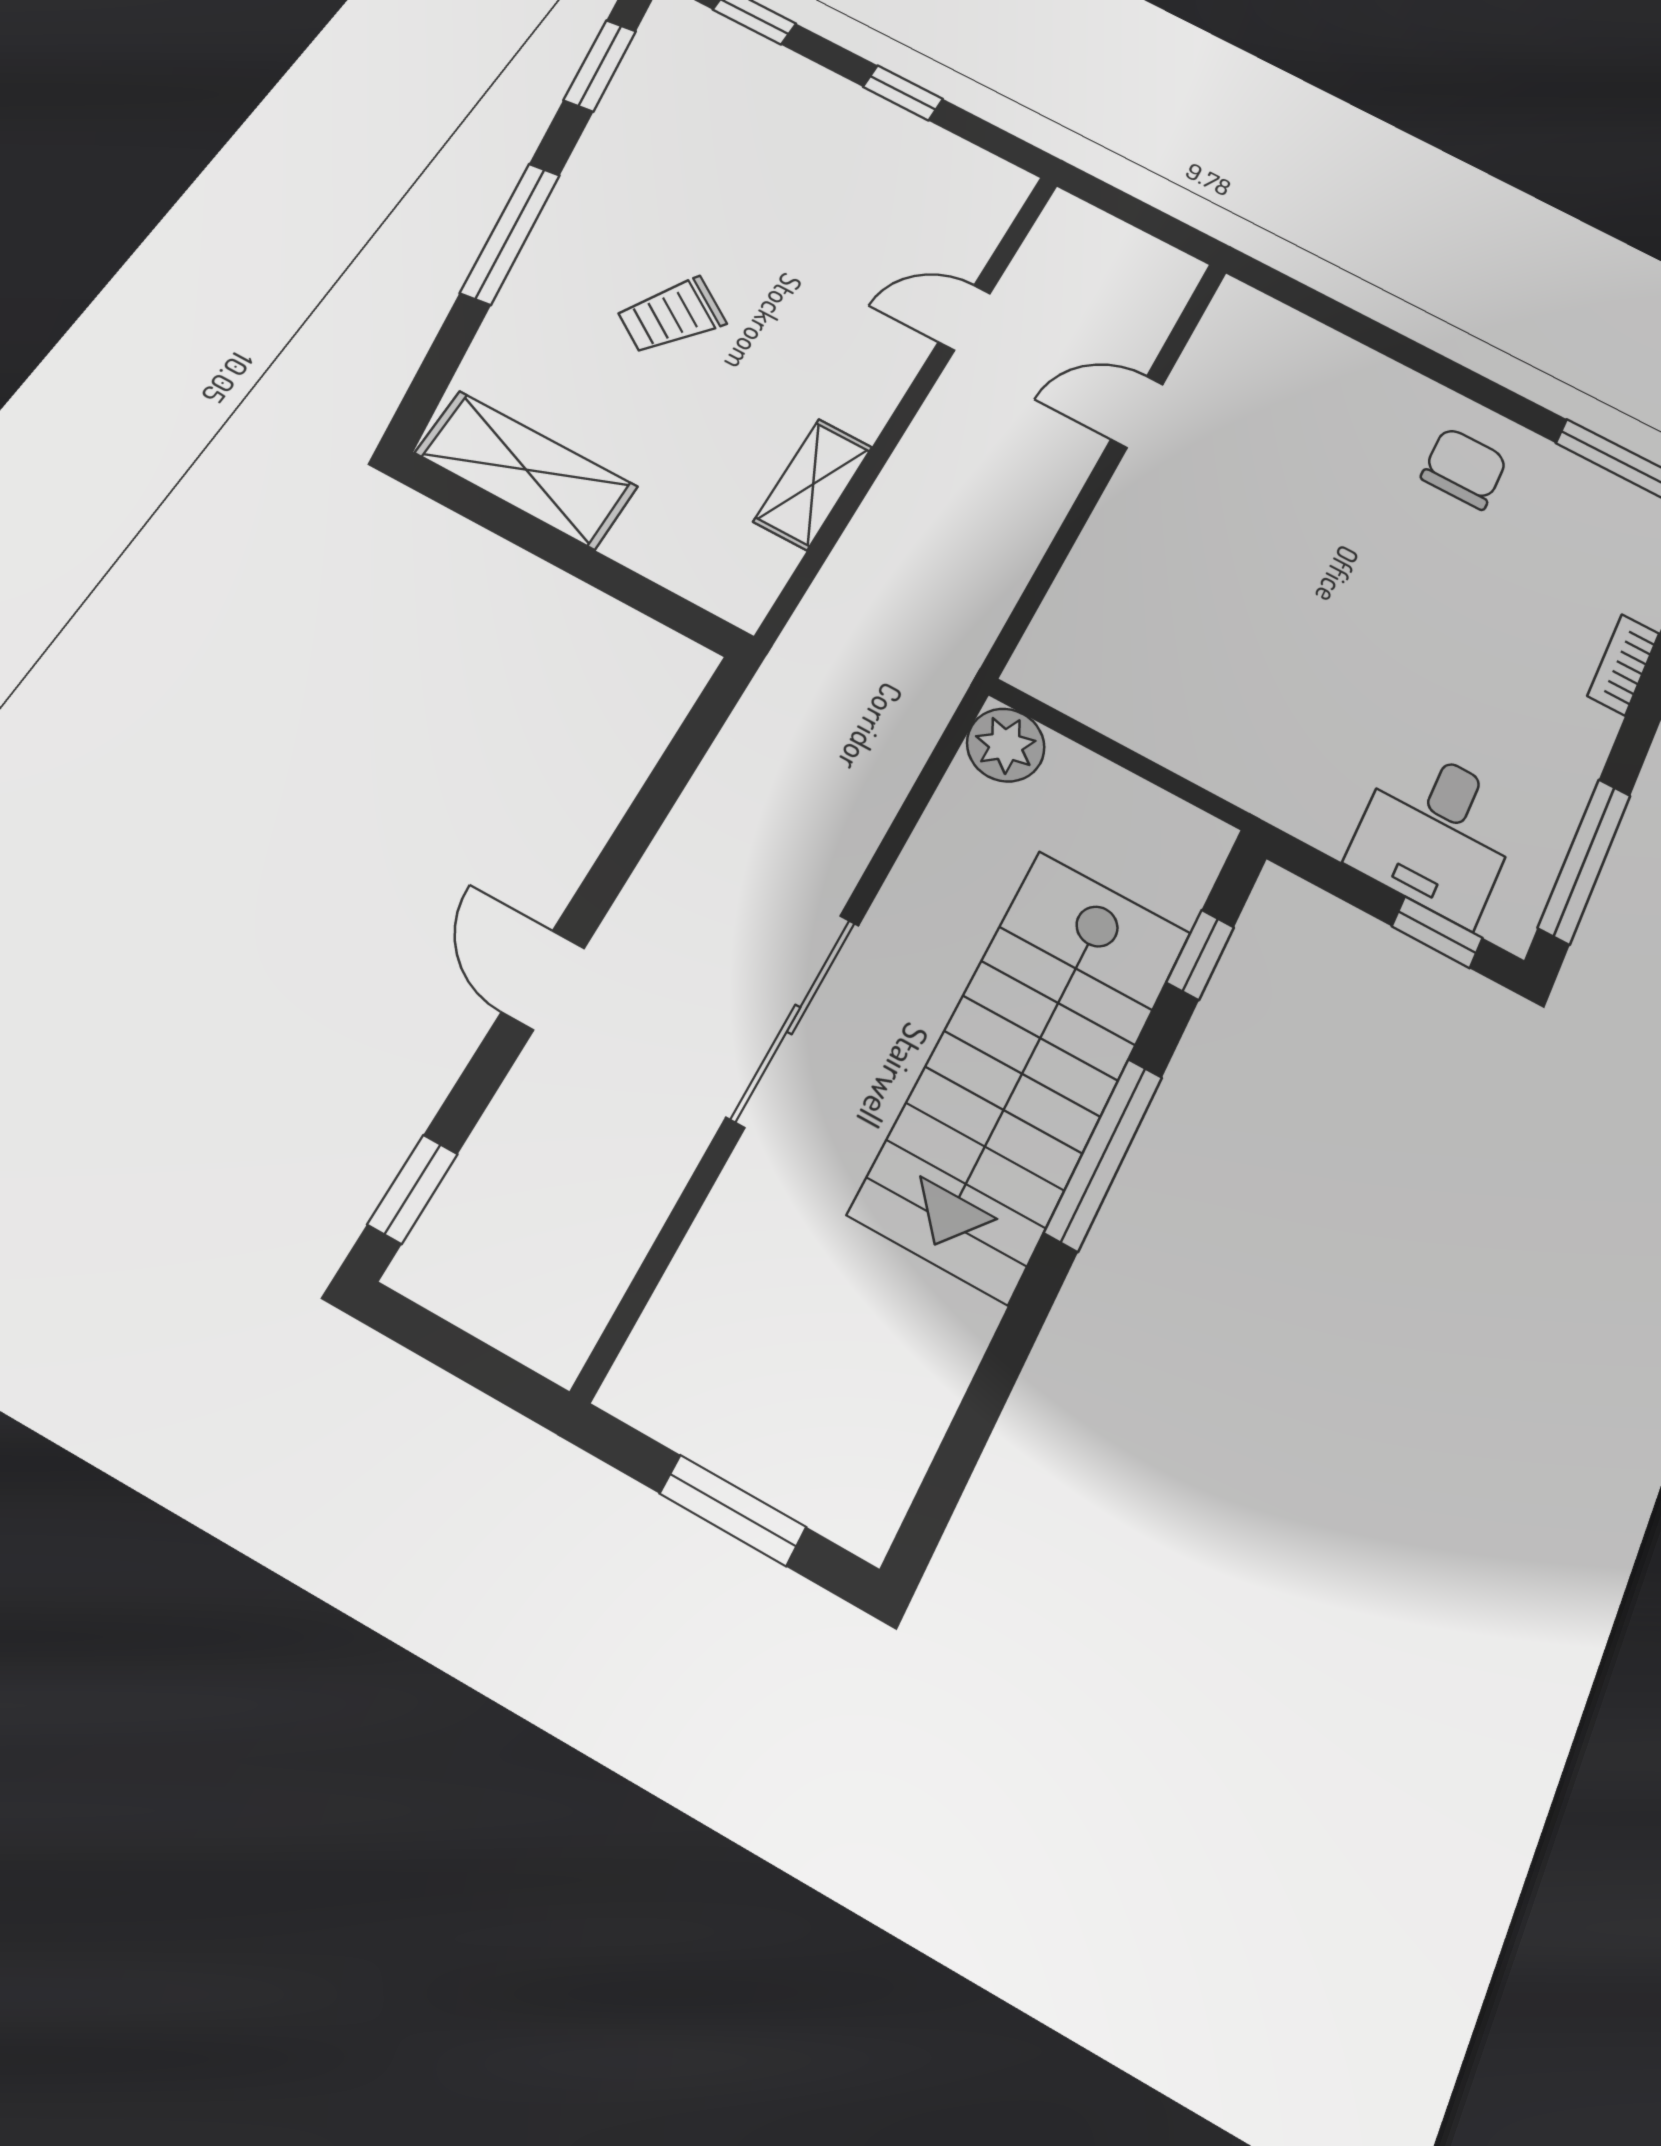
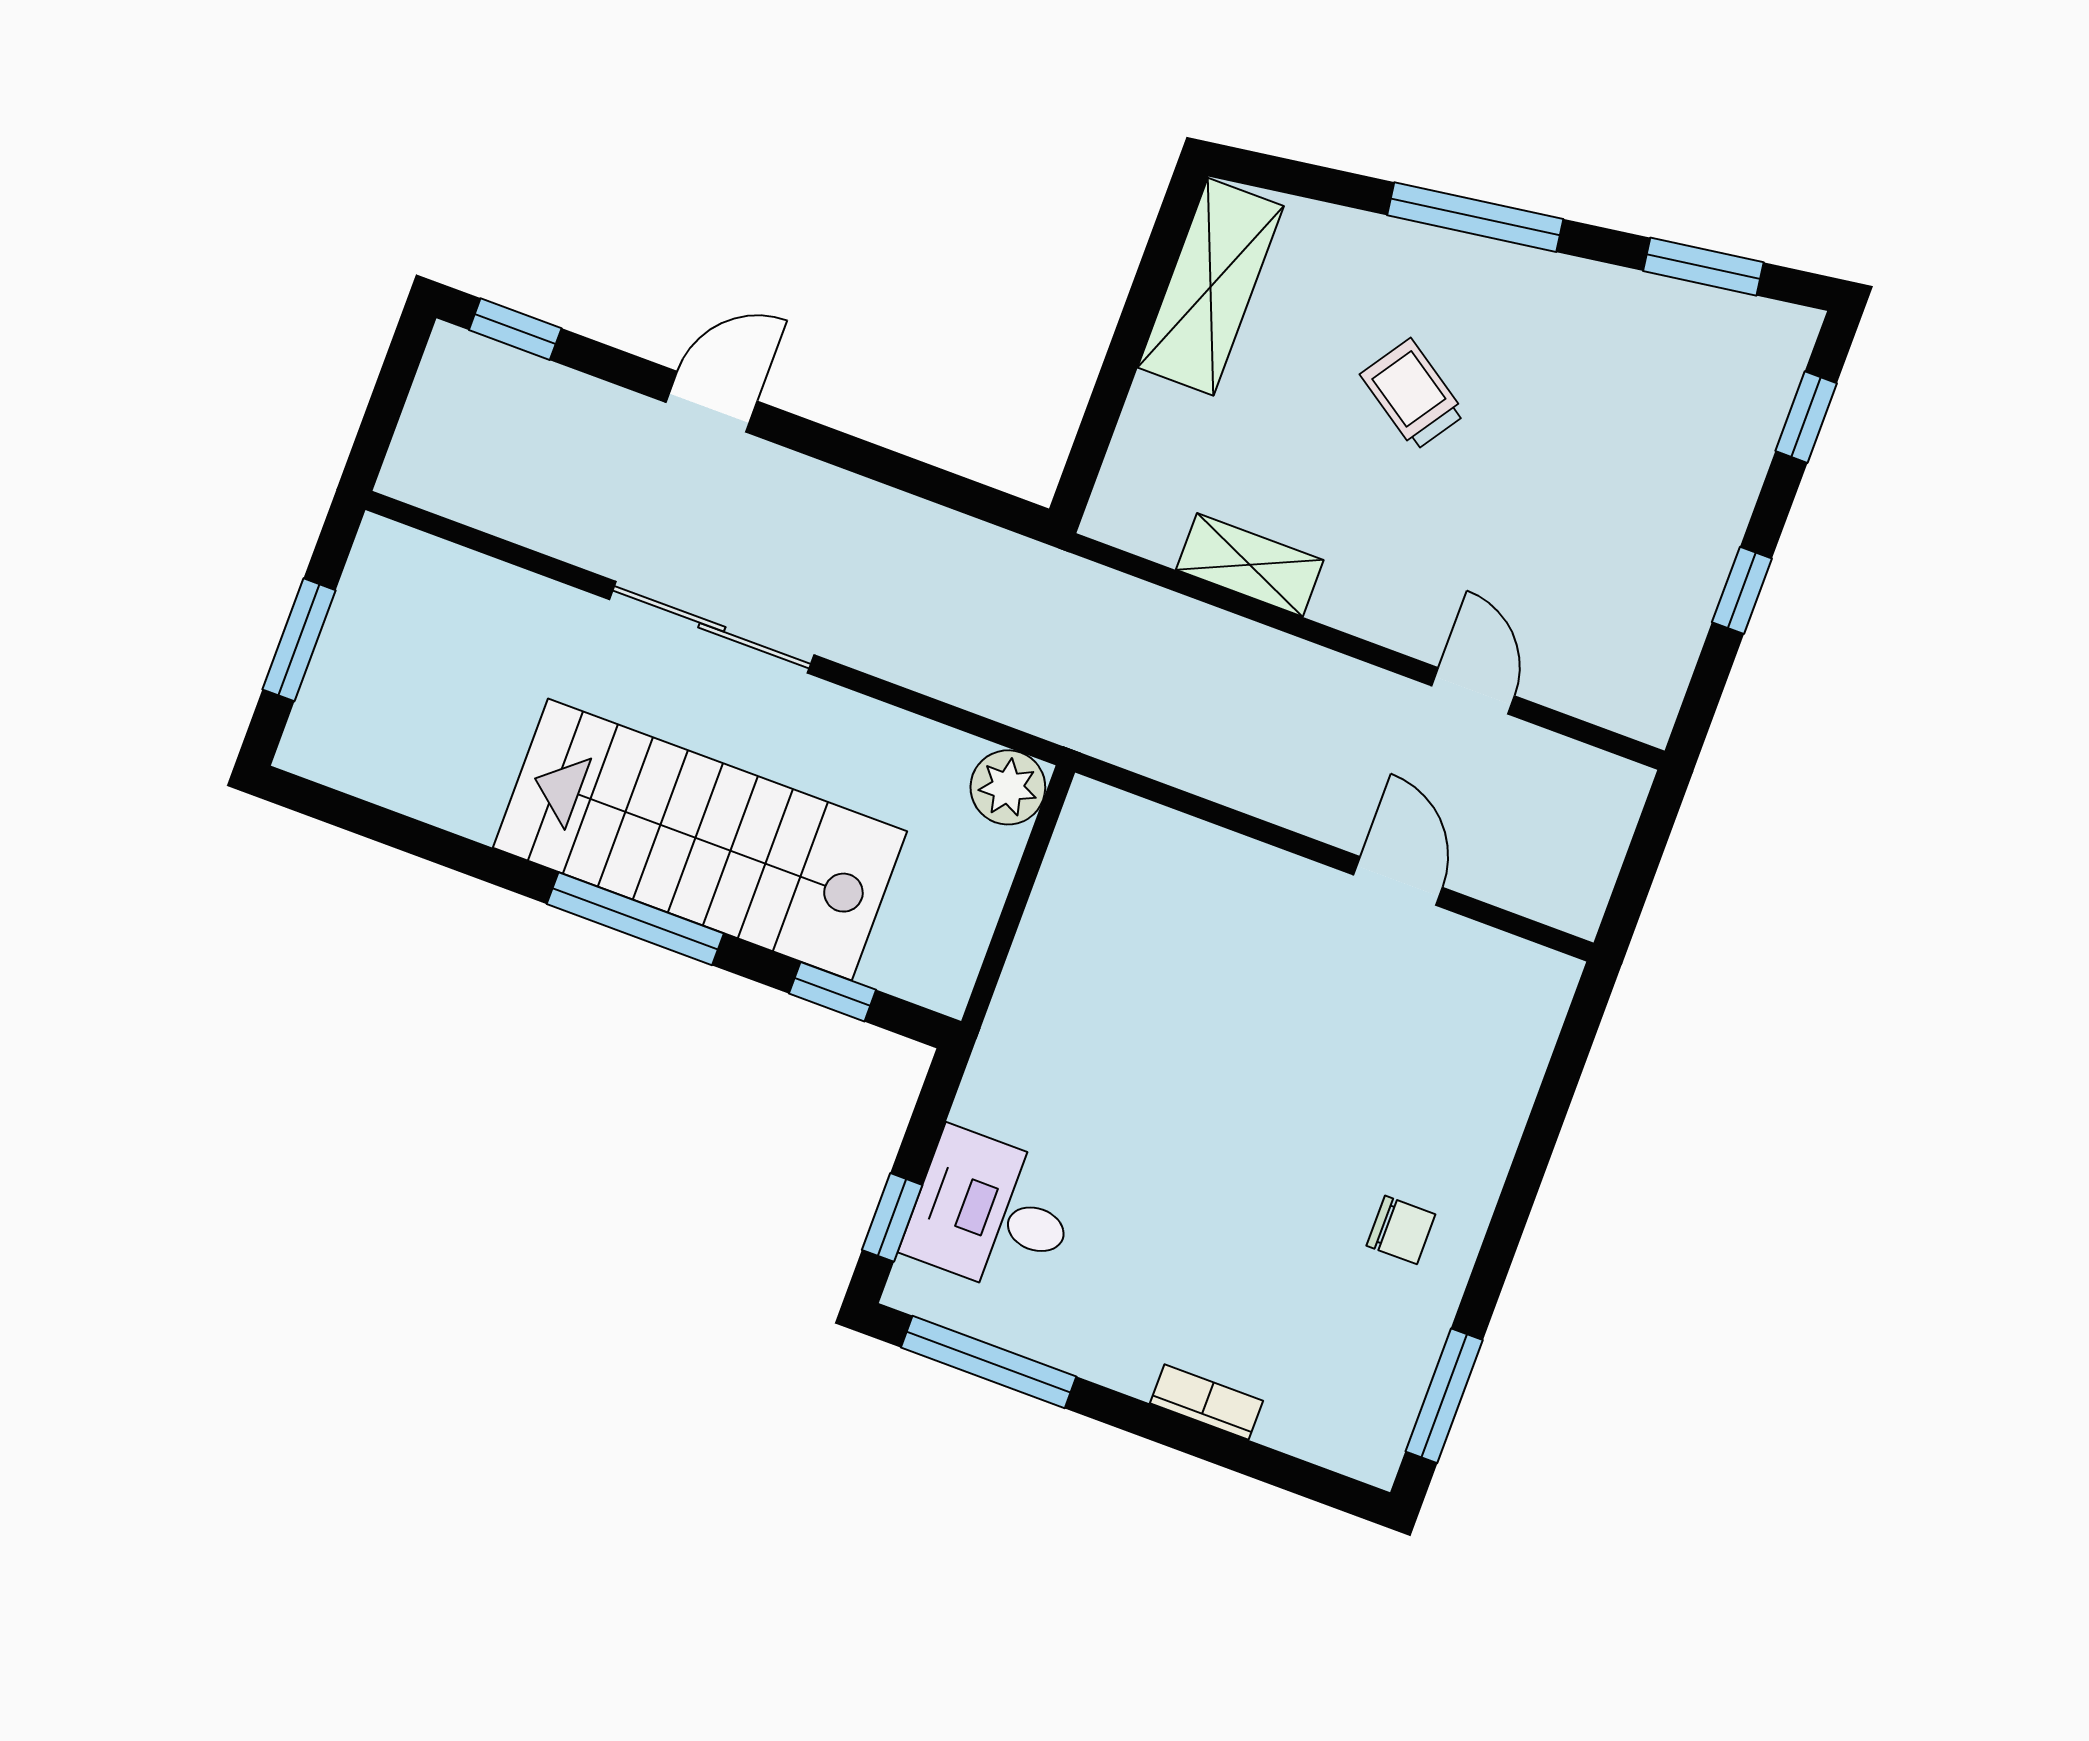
chair: (1464, 468) -> (1401, 1230), width x0.73, depth x0.73

